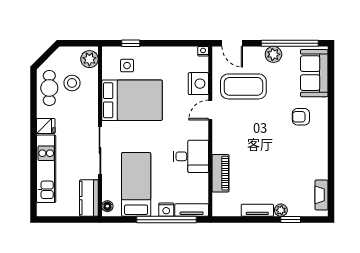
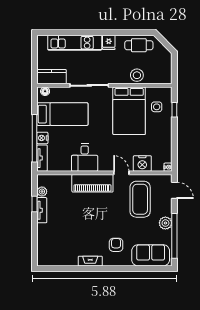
door: (232, 43) -> (174, 190), swing flipped
plant: (89, 59) -> (162, 77), removed
stool: (72, 83) -> (137, 75), moved
piano: (221, 173) -> (92, 183), moved, width x1.37, depth x1.33
fireplace: (321, 195) -> (90, 261), moved
plant: (281, 210) -> (42, 192), moved
window: (291, 220) -> (34, 204), moved

